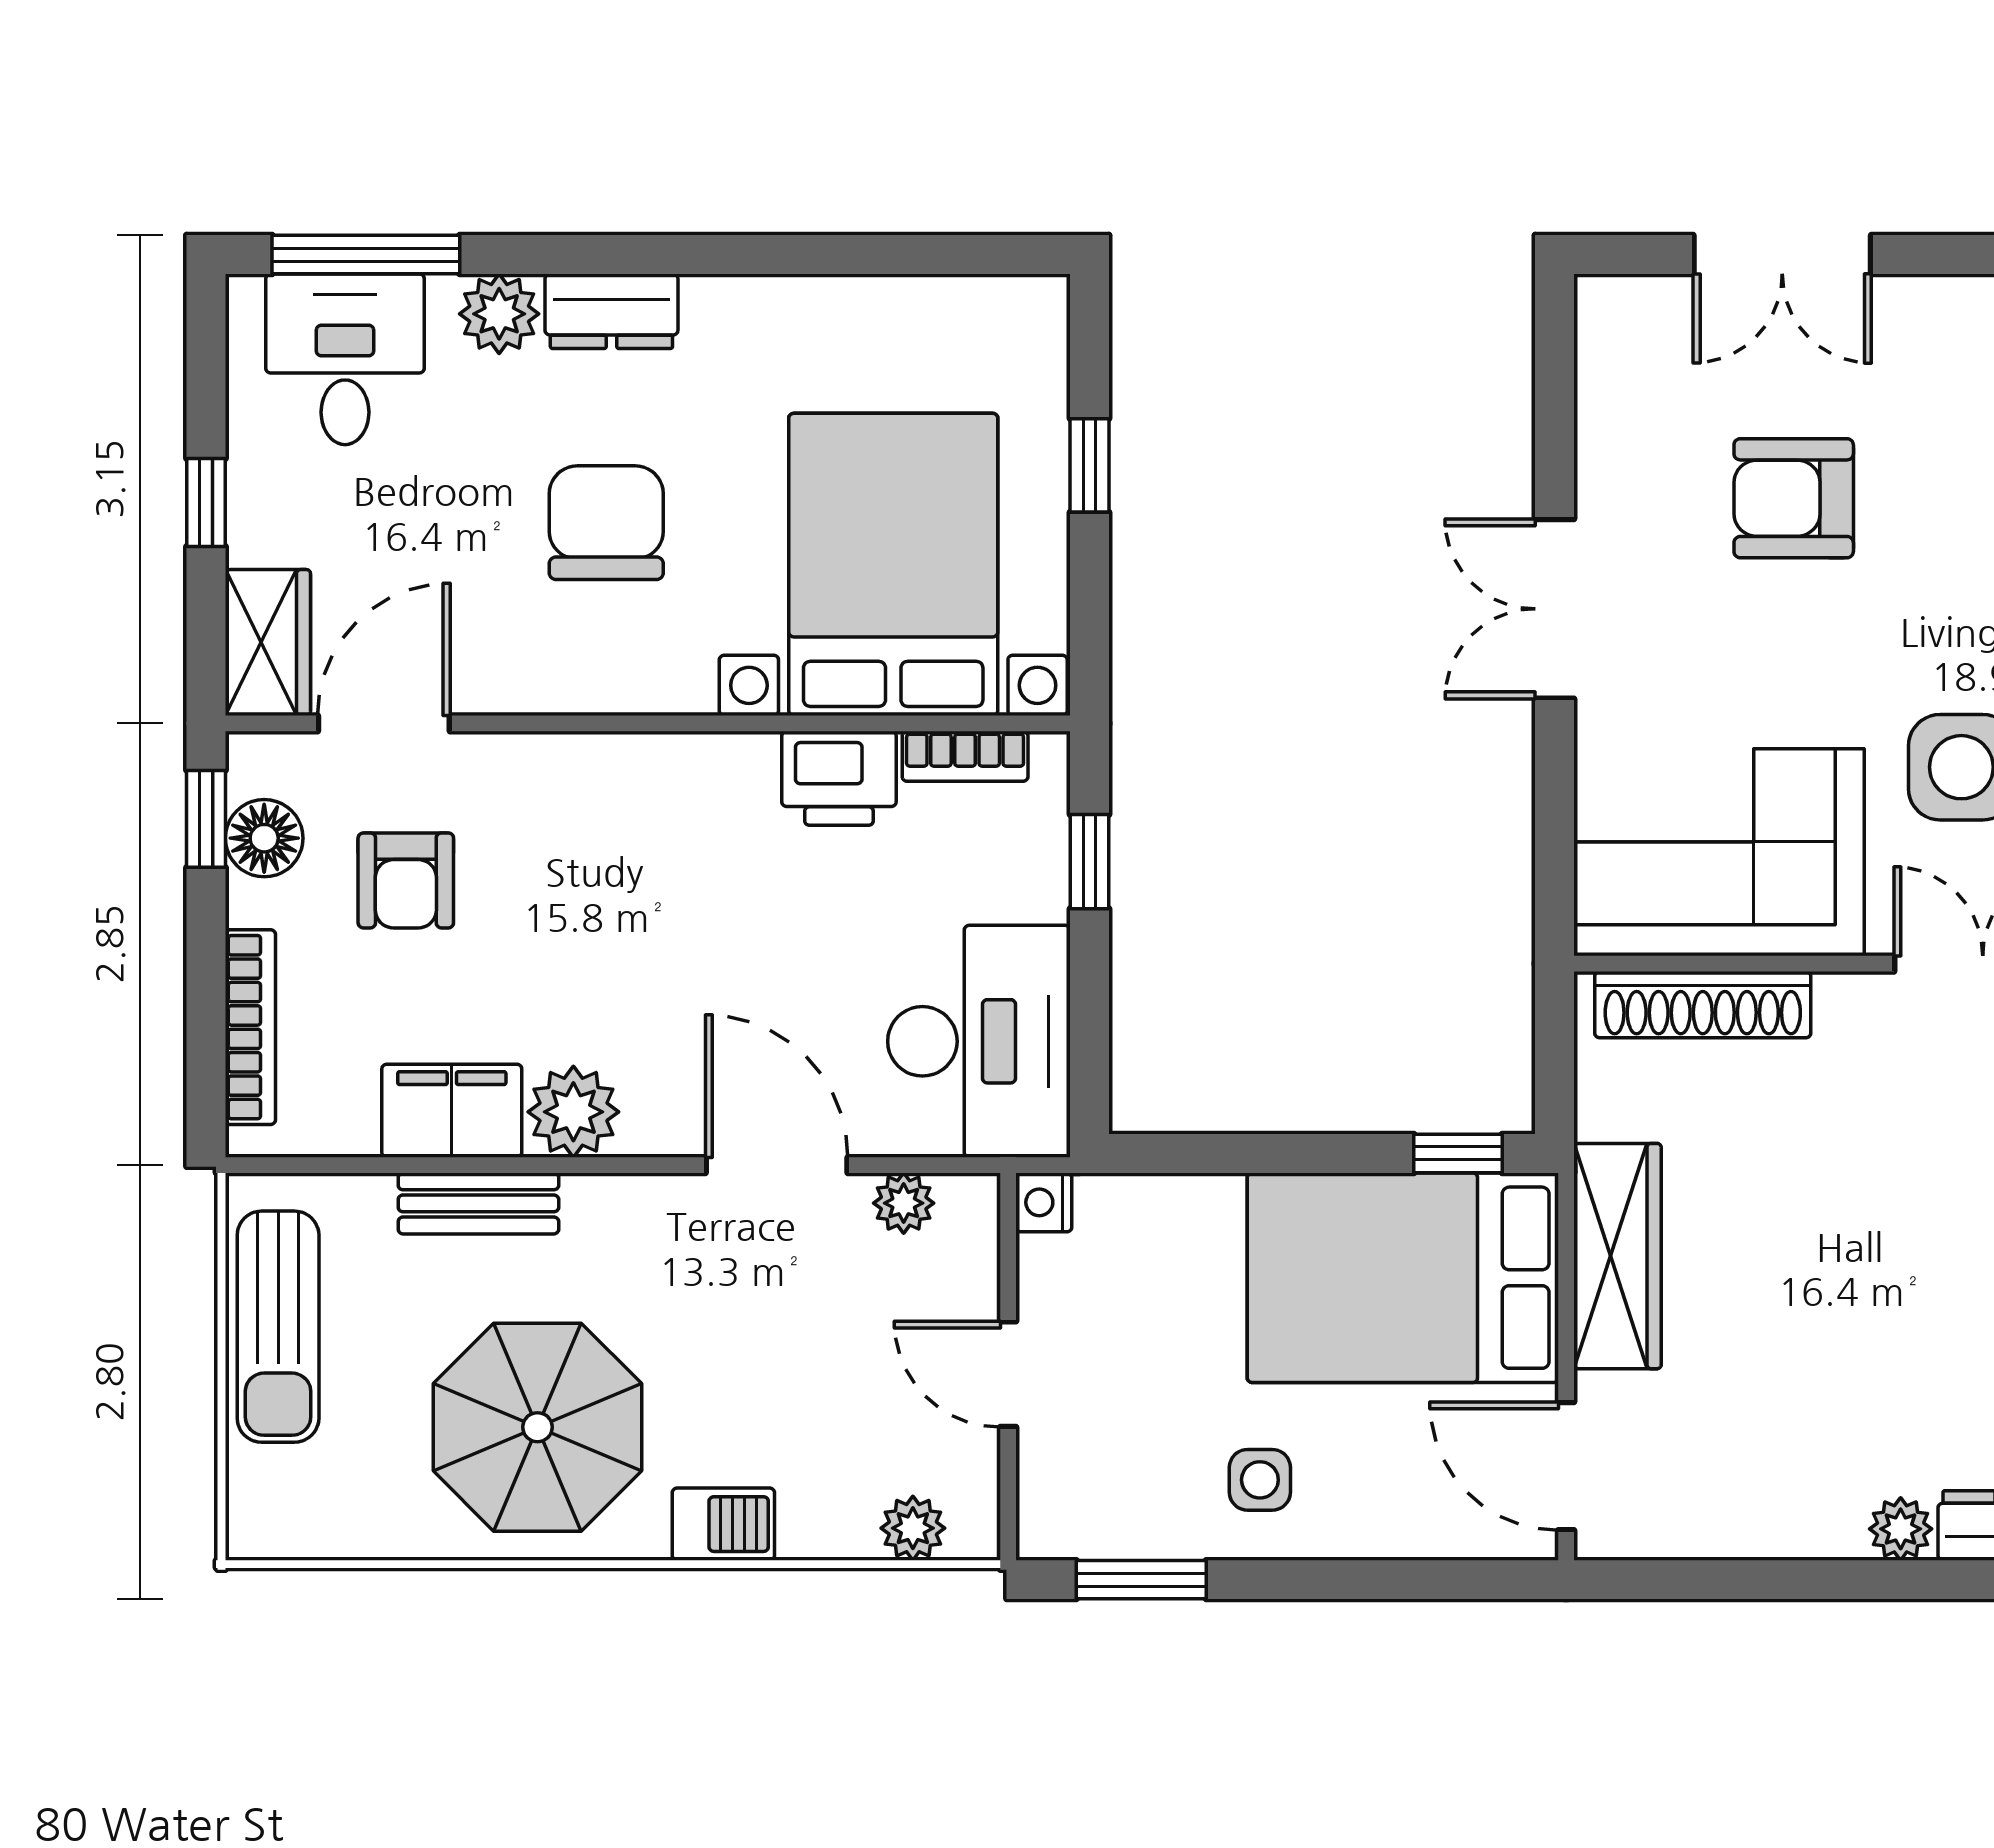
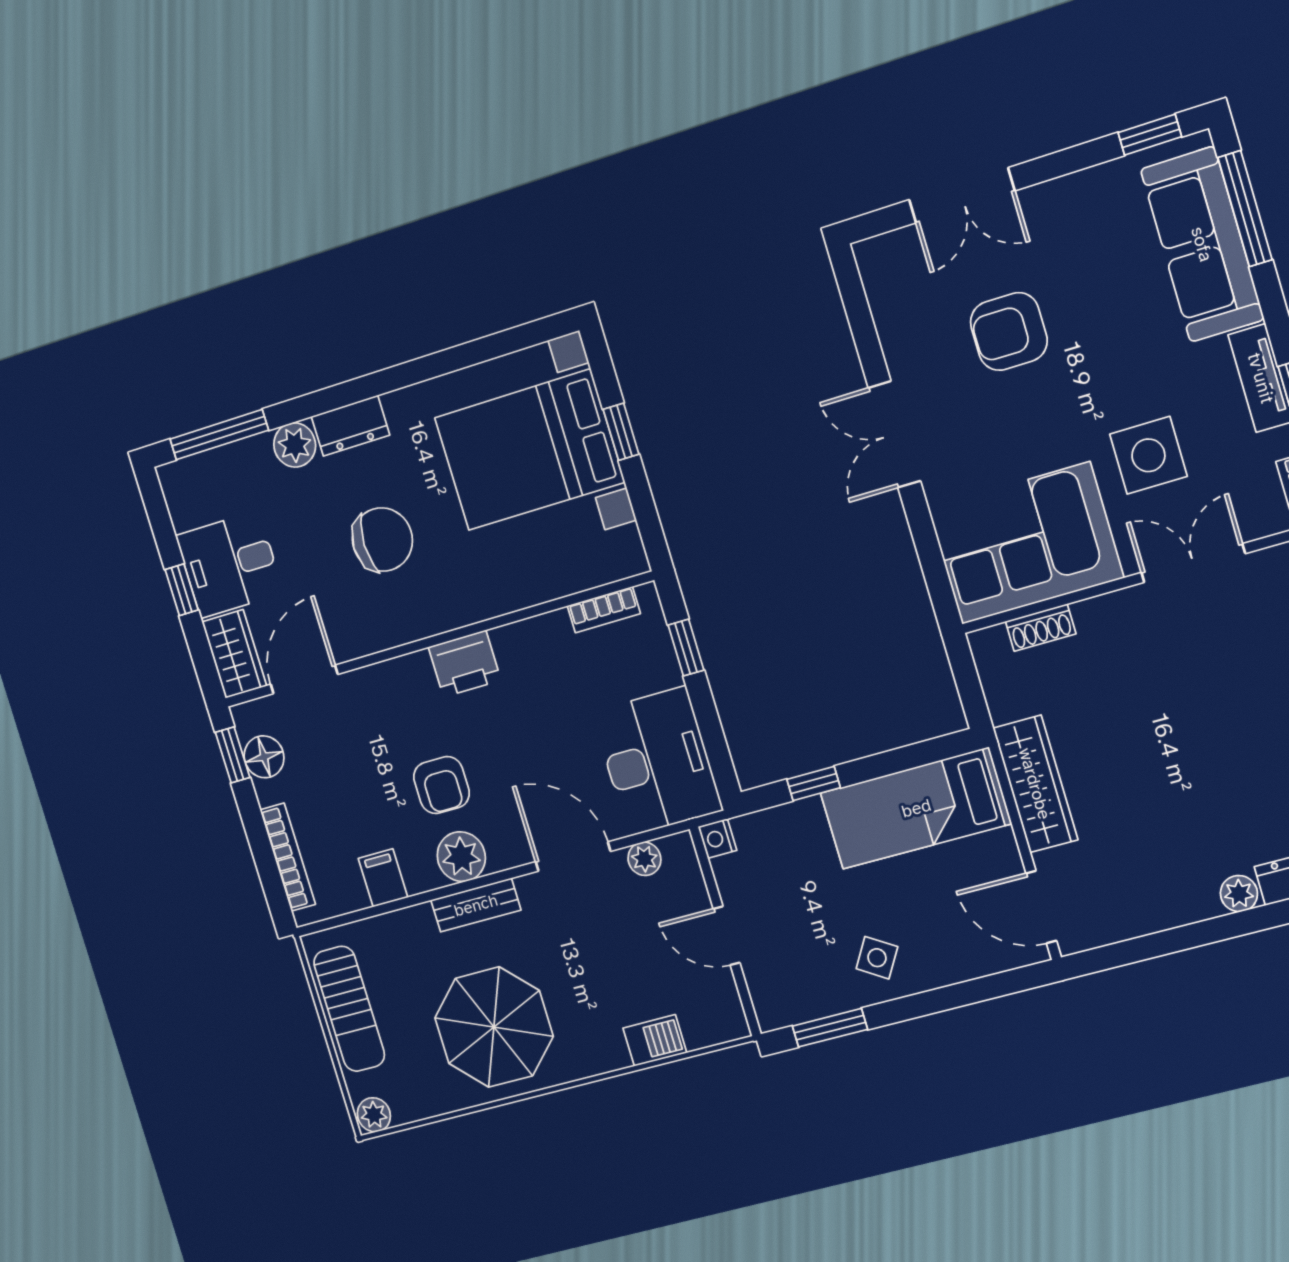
desk: (345, 359) -> (230, 564), moved, turned -90
chair: (606, 523) -> (382, 540), turned 90
bed with nightstands: (893, 564) -> (529, 450), moved, turned -90
printer: (839, 778) -> (465, 664), moved
armchair: (406, 880) -> (441, 785), moved
shoe rack: (1703, 1005) -> (1041, 628), width x0.51, depth x0.81
filing cabinet: (452, 1111) -> (383, 878), width x0.50
window: (1458, 1153) -> (814, 784), moved
bench: (478, 1203) -> (476, 905), moved
bed: (1403, 1278) -> (916, 808), width x0.67
side table: (1260, 1480) -> (877, 958), turned 32
barbecue: (723, 1524) -> (655, 1040), moved
plant: (913, 1528) -> (374, 1115), moved

